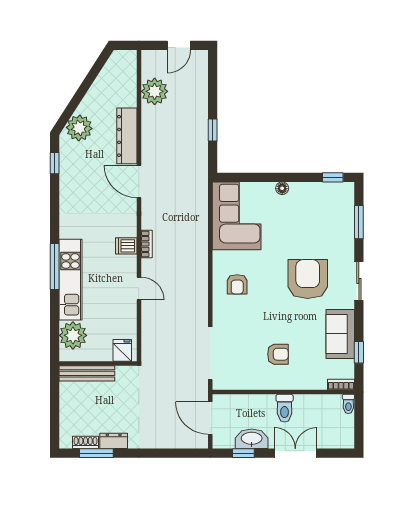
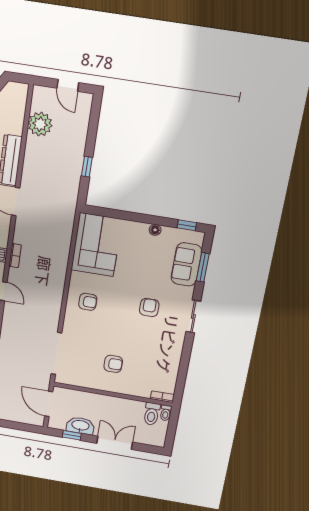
door: (179, 45) -> (68, 85), hinge flipped
floor lamp: (282, 188) -> (155, 230), moved
armchair: (308, 279) -> (149, 308), width x0.53, depth x0.53
armchair: (237, 284) -> (88, 302), turned -90
sofa: (340, 334) -> (186, 264), moved
window: (359, 352) -> (182, 374), removed
toilet: (285, 408) -> (152, 414), moved

